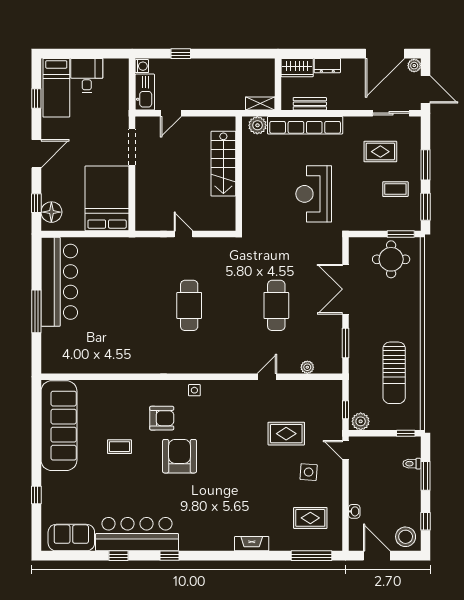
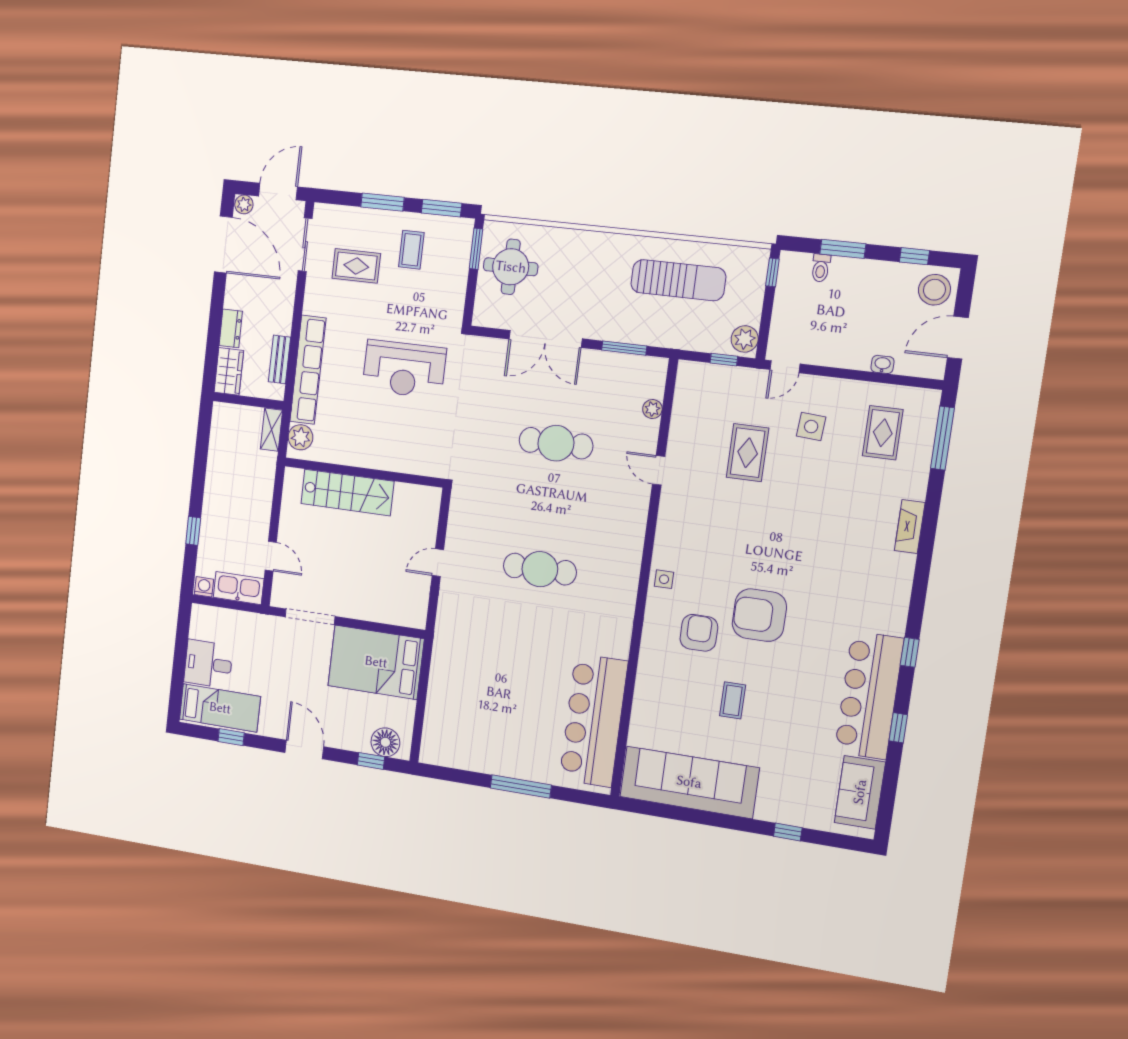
rug: (380, 152) -> (356, 266), turned 90
bar counter: (59, 282) -> (593, 721), moved, turned -90

